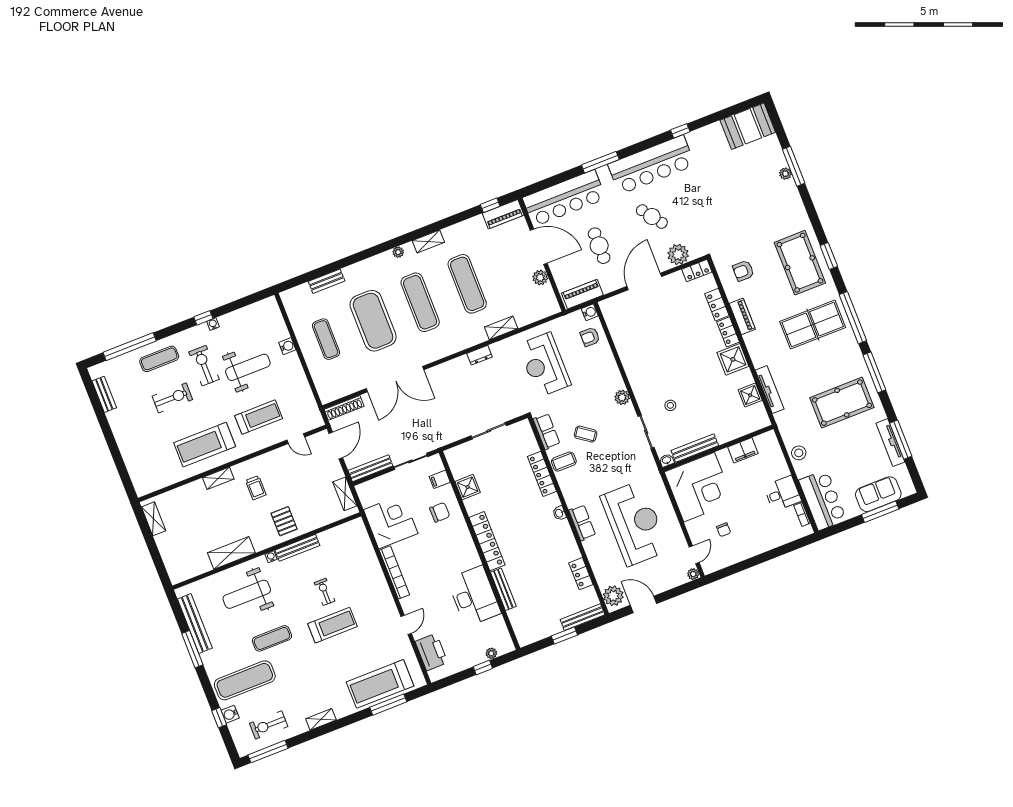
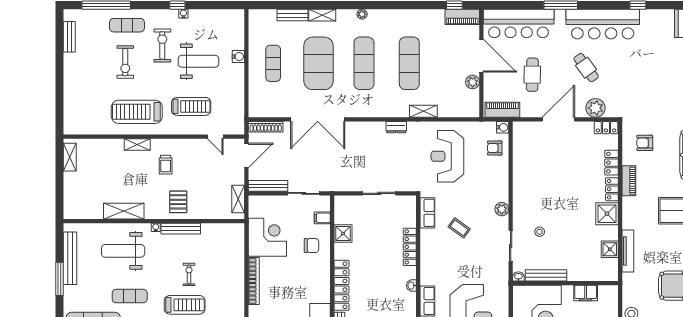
shelving: (428, 241) -> (322, 15), moved
exercise bike: (172, 398) -> (125, 62), turned 90
coffee table: (564, 462) -> (432, 244), removed

